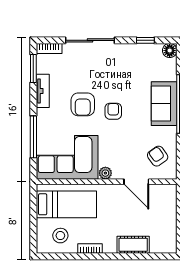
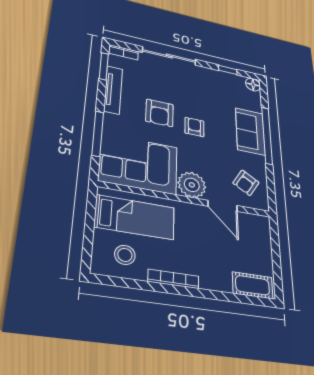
tv unit: (43, 91) -> (113, 90), width x1.41
armchair: (158, 156) -> (246, 183), turned -113
plant: (105, 173) -> (192, 185), width x1.87, depth x1.87
cot: (133, 245) -> (253, 285), moved
bookcase: (90, 249) -> (173, 279), width x1.56

